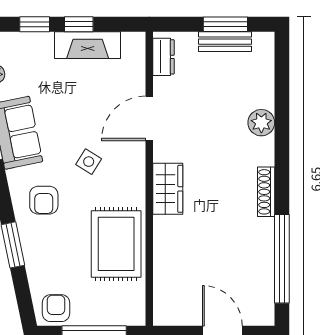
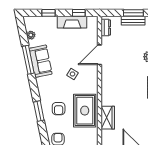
window: (79, 24) -> (79, 13), moved
wardrobe: (168, 189) -> (108, 118), moved
armchair: (44, 200) -> (59, 109), moved

